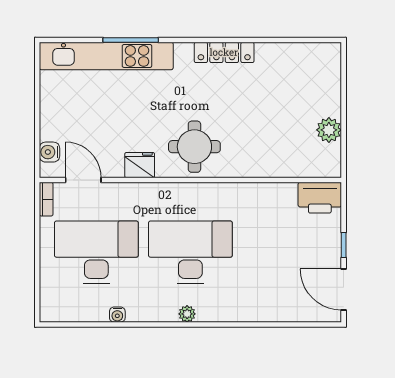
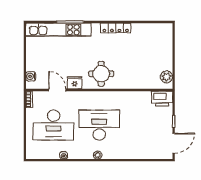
plant: (329, 130) -> (167, 77), moved
door: (83, 180) -> (57, 90), moved
desk: (96, 252) -> (54, 125), turned 180
door: (344, 289) -> (174, 143), swing flipped

